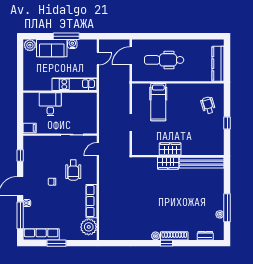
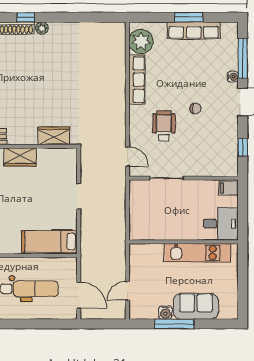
plant: (30, 45) -> (228, 311), removed
door: (131, 56) -> (79, 295), hinge flipped
kitchen unit: (75, 84) -> (197, 253), moved
hospital bed: (158, 102) -> (50, 242), moved, turned -90
desk: (50, 104) -> (221, 224), moved, turned -90
door: (98, 149) -> (127, 157), hinge flipped
wardrobe: (168, 163) -> (54, 136), moved
row of seats: (41, 234) -> (194, 30), moved

